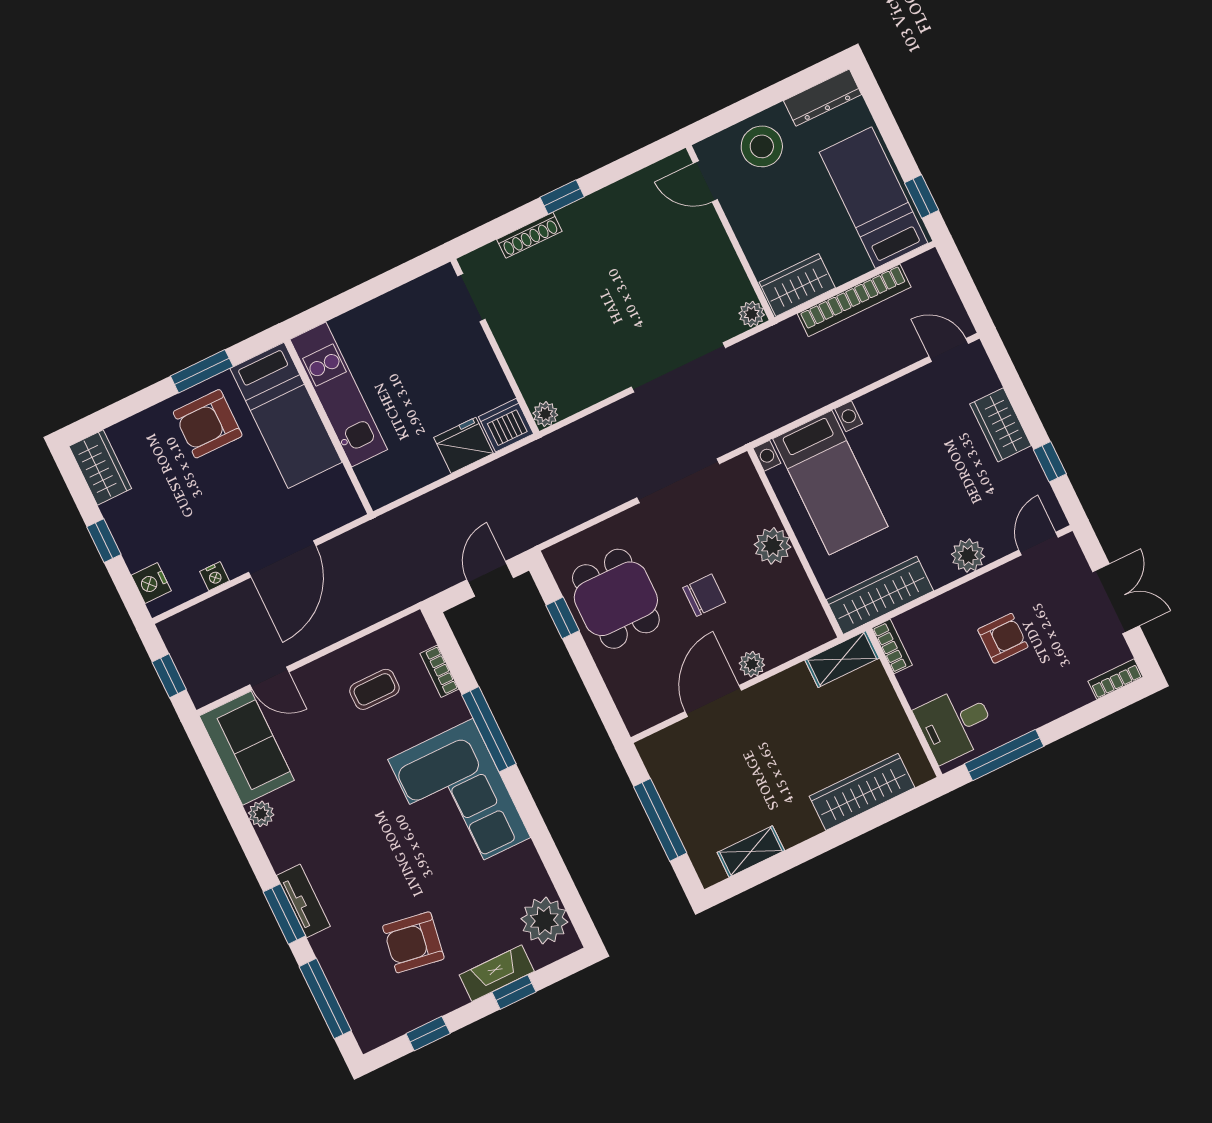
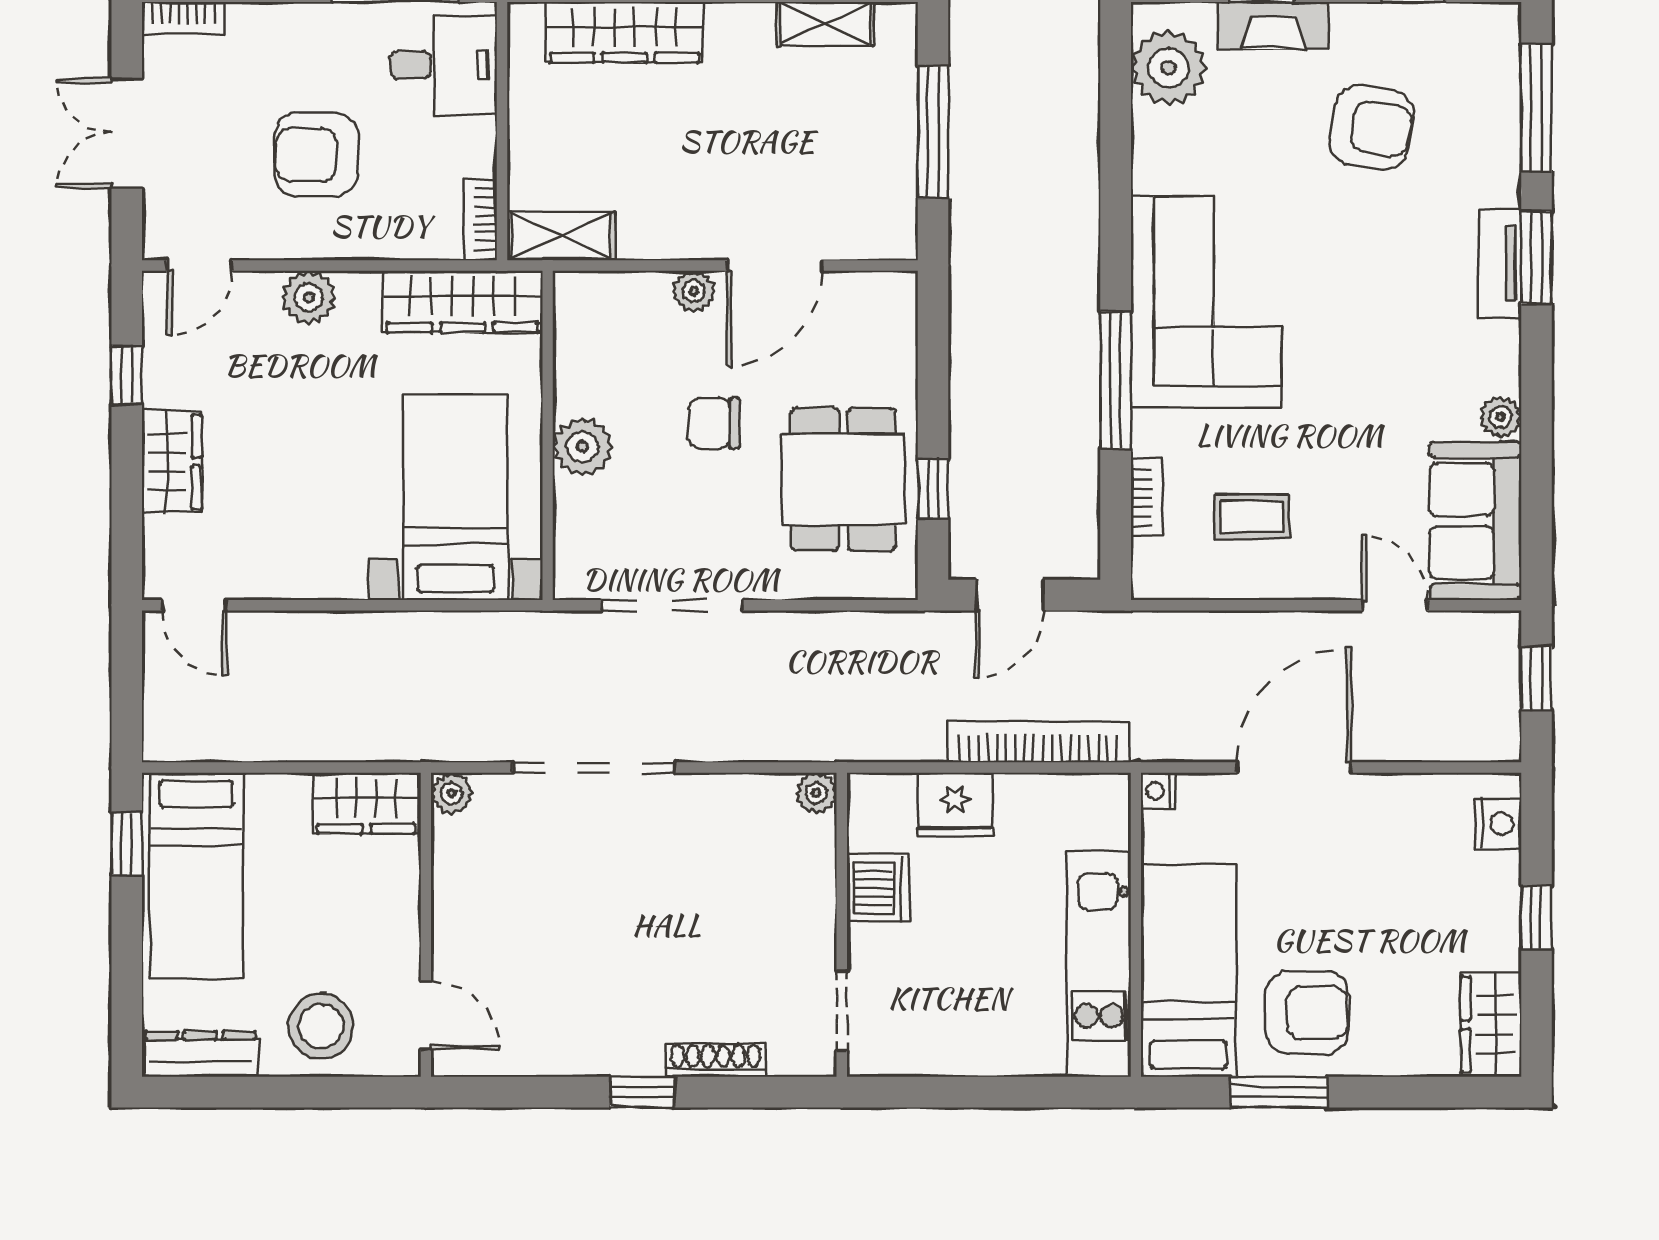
bookcase: (854, 300) -> (1039, 742), moved
dishwasher: (506, 425) -> (878, 888), moved, turned -90
nightstand: (215, 576) -> (1158, 791), moved, turned -90
armchair: (1003, 638) -> (316, 155), width x1.38, depth x1.38

